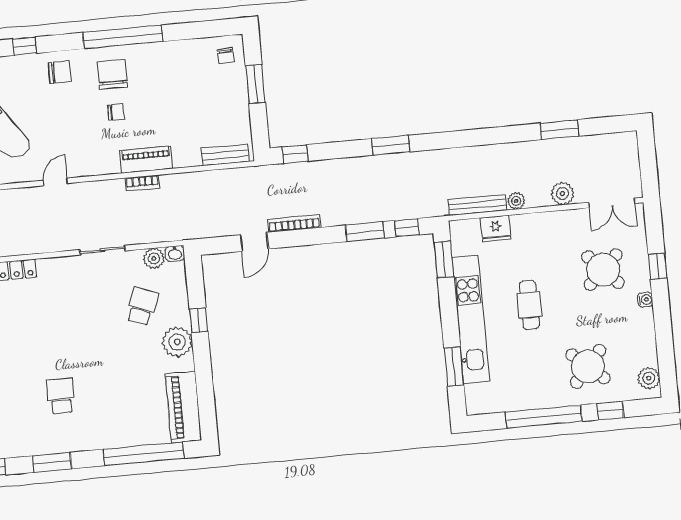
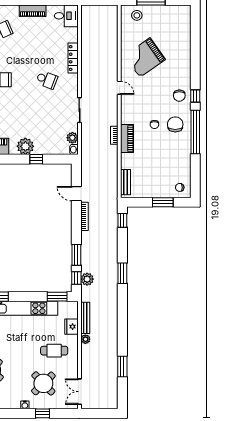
window: (25, 46) -> (195, 96), moved
chair: (112, 75) -> (175, 124), turned -90
plant: (562, 194) -> (87, 279), moved
cafe table: (529, 305) -> (54, 351), moved
school desk: (142, 306) -> (47, 80), moved

